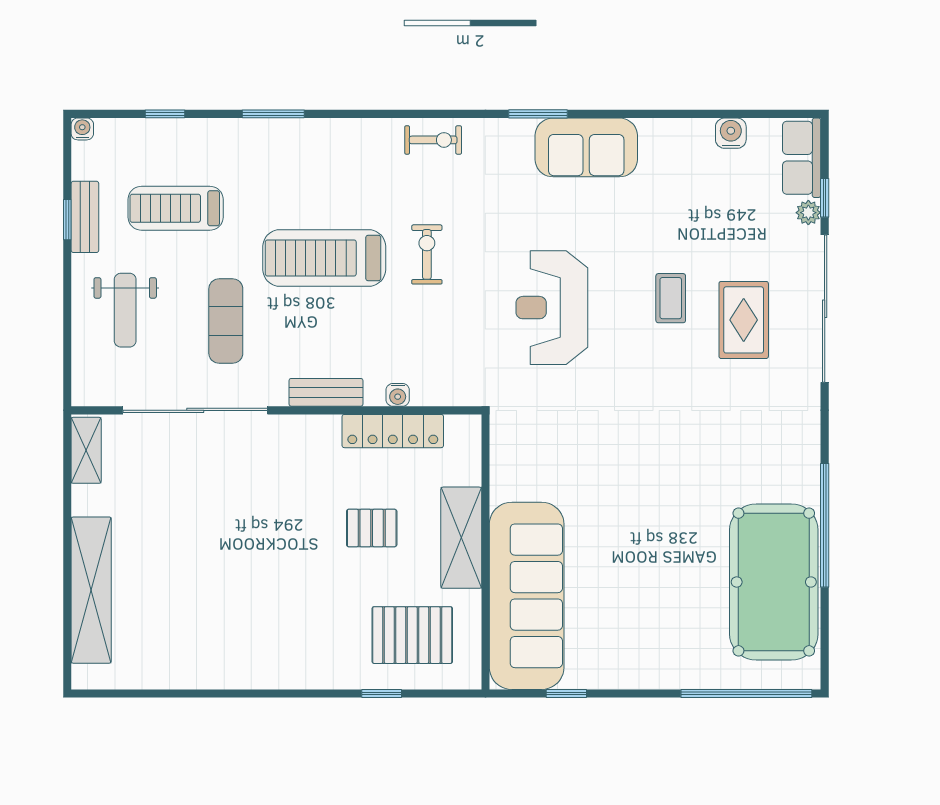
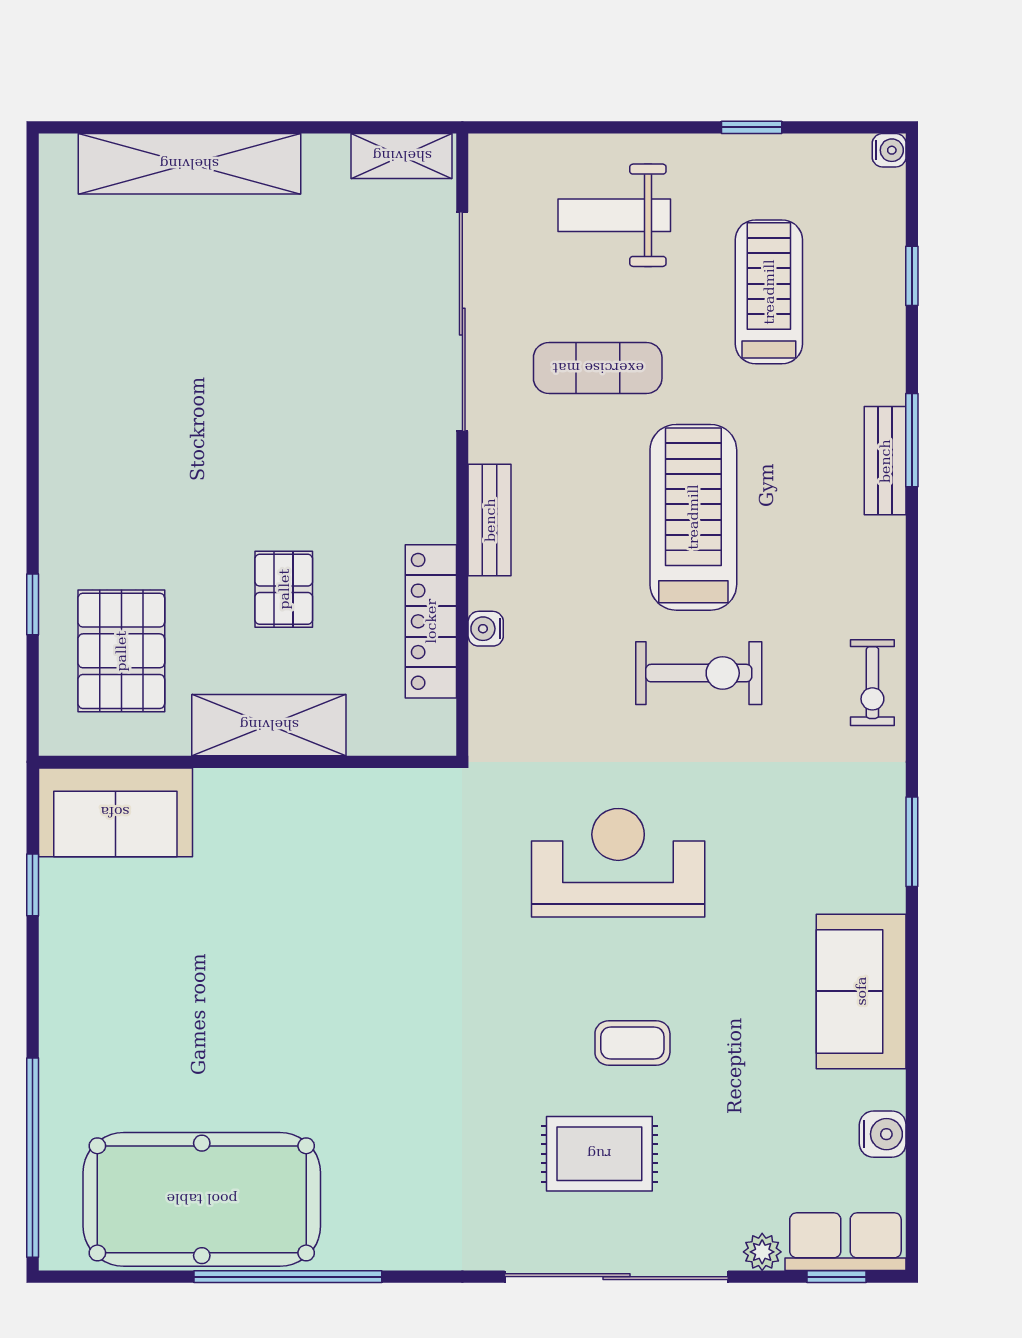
sofa: (586, 147) -> (861, 991), moved
window: (825, 198) -> (837, 1277), moved
bench: (85, 217) -> (885, 461), moved, turned 90
exercise bike: (427, 254) -> (699, 673), width x1.38, depth x1.39
sofa: (527, 596) -> (115, 812), width x0.54, depth x0.79

